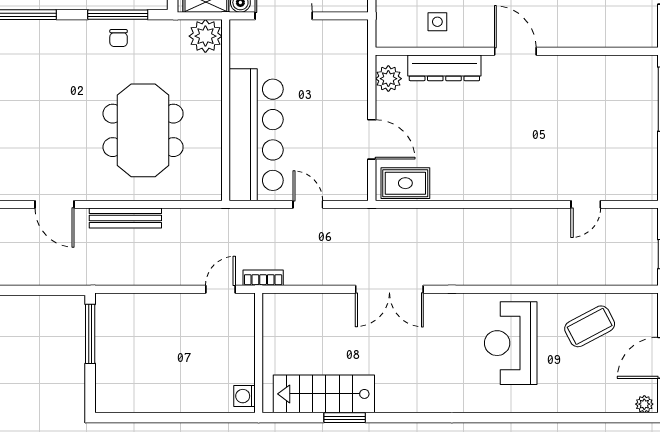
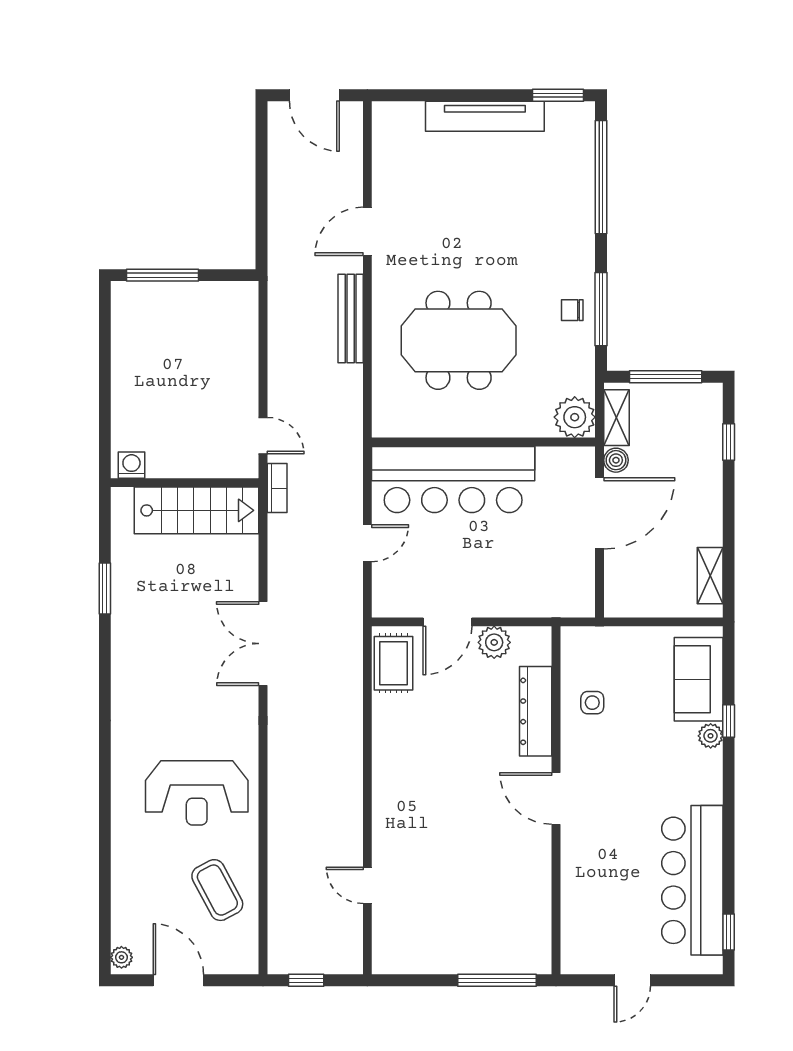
door: (515, 51) -> (556, 799), swing flipped
plant: (388, 79) -> (494, 642), moved
window: (90, 334) -> (163, 275), moved
reception desk: (511, 343) -> (197, 793), turned 180
stairs: (324, 394) -> (196, 510), moved, turned 90

